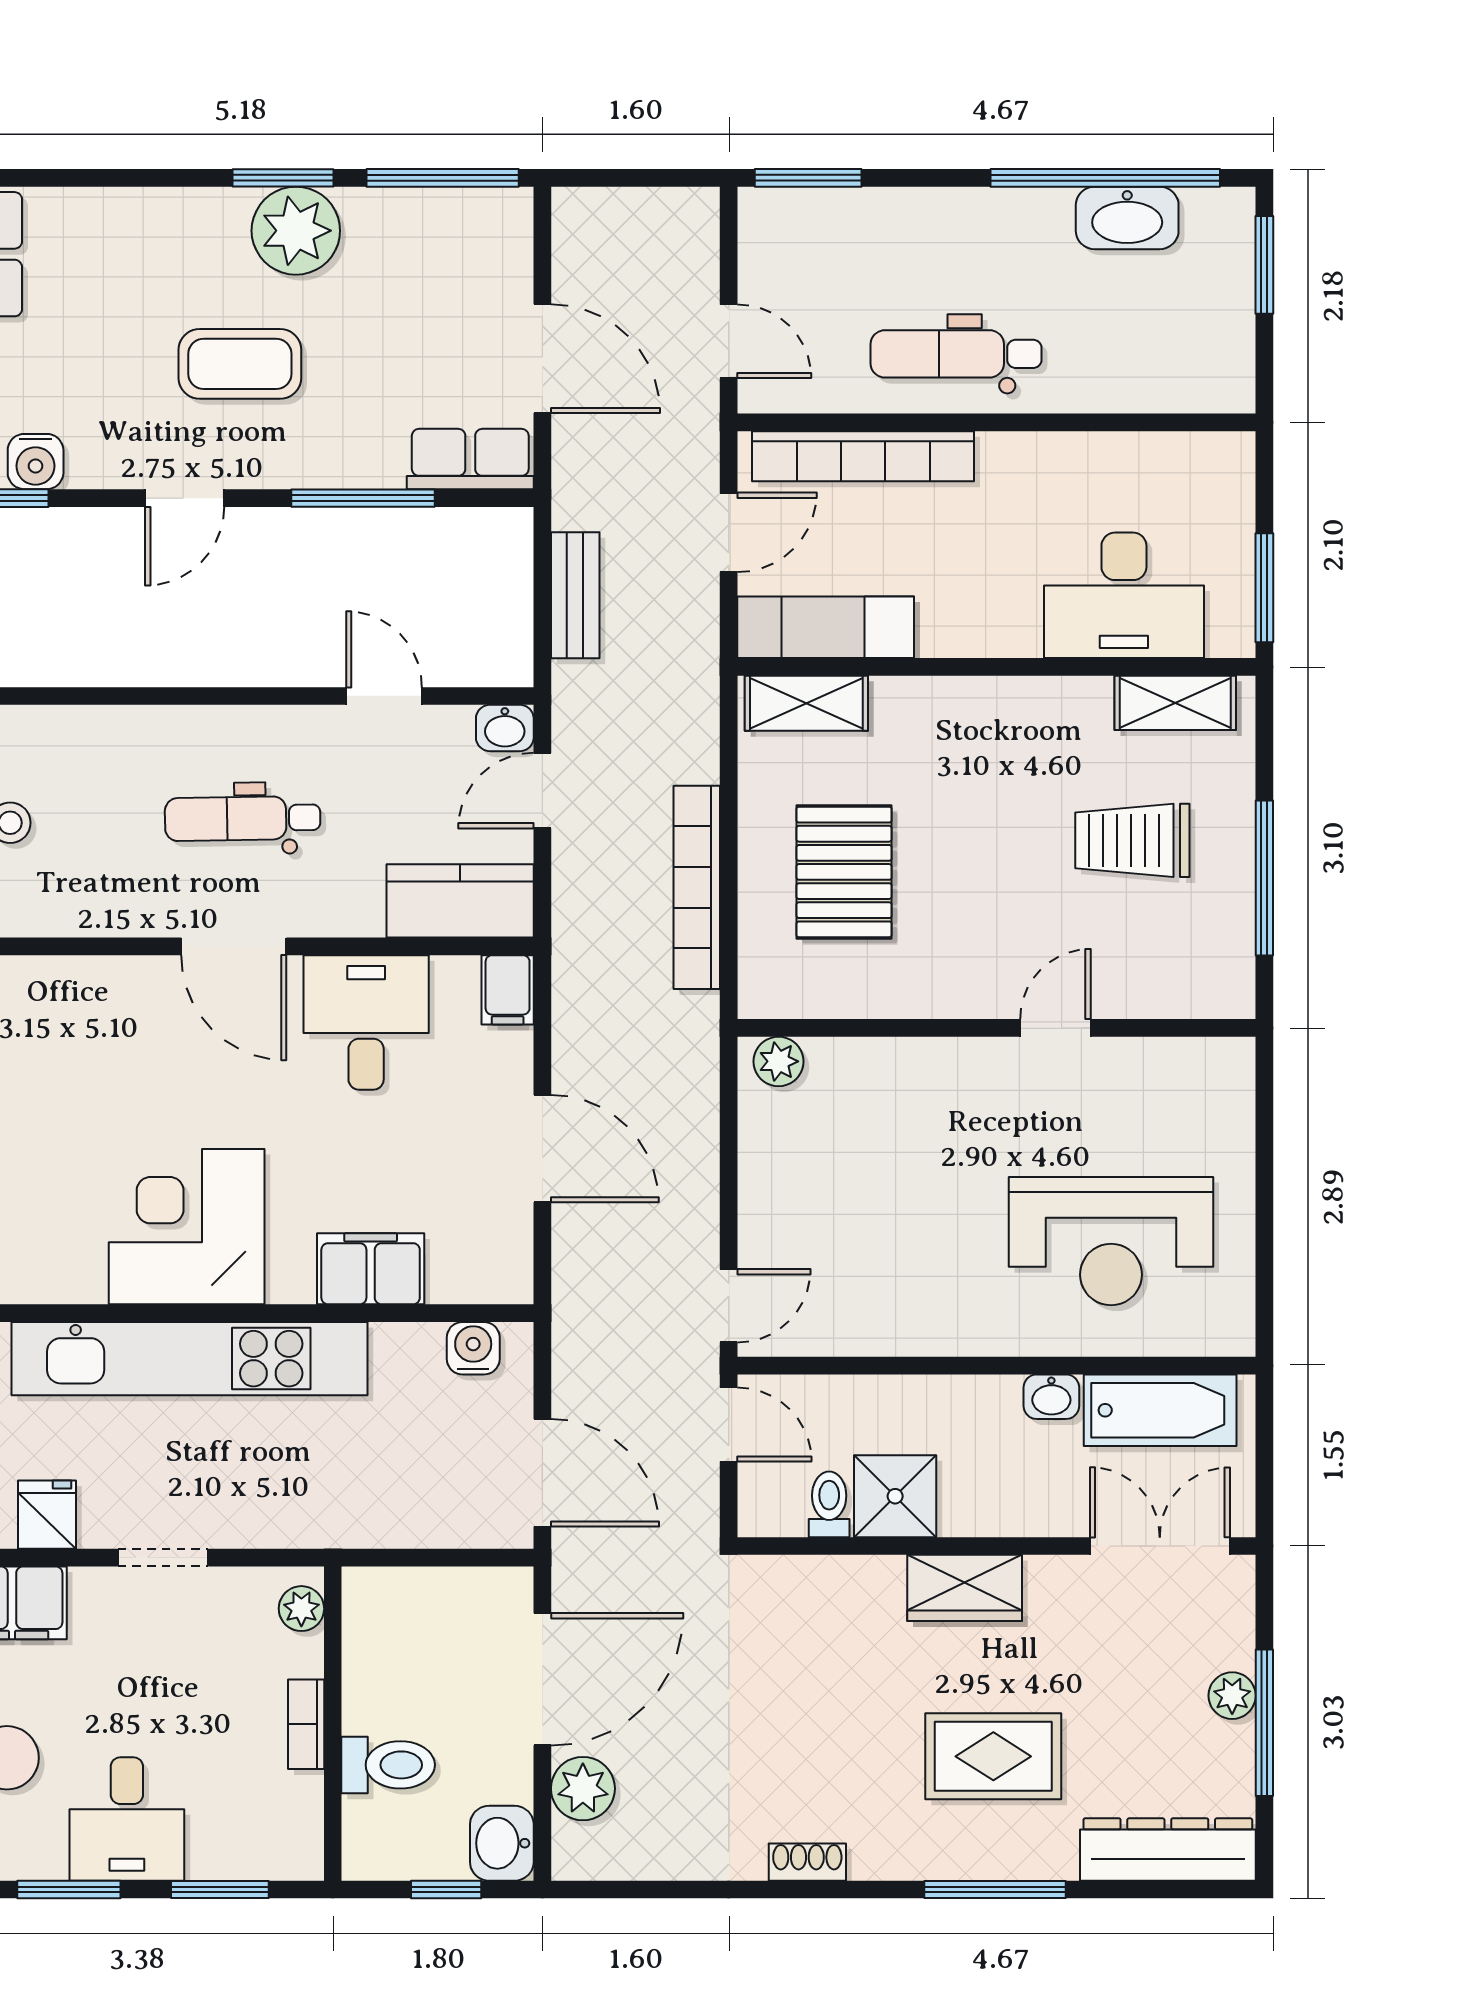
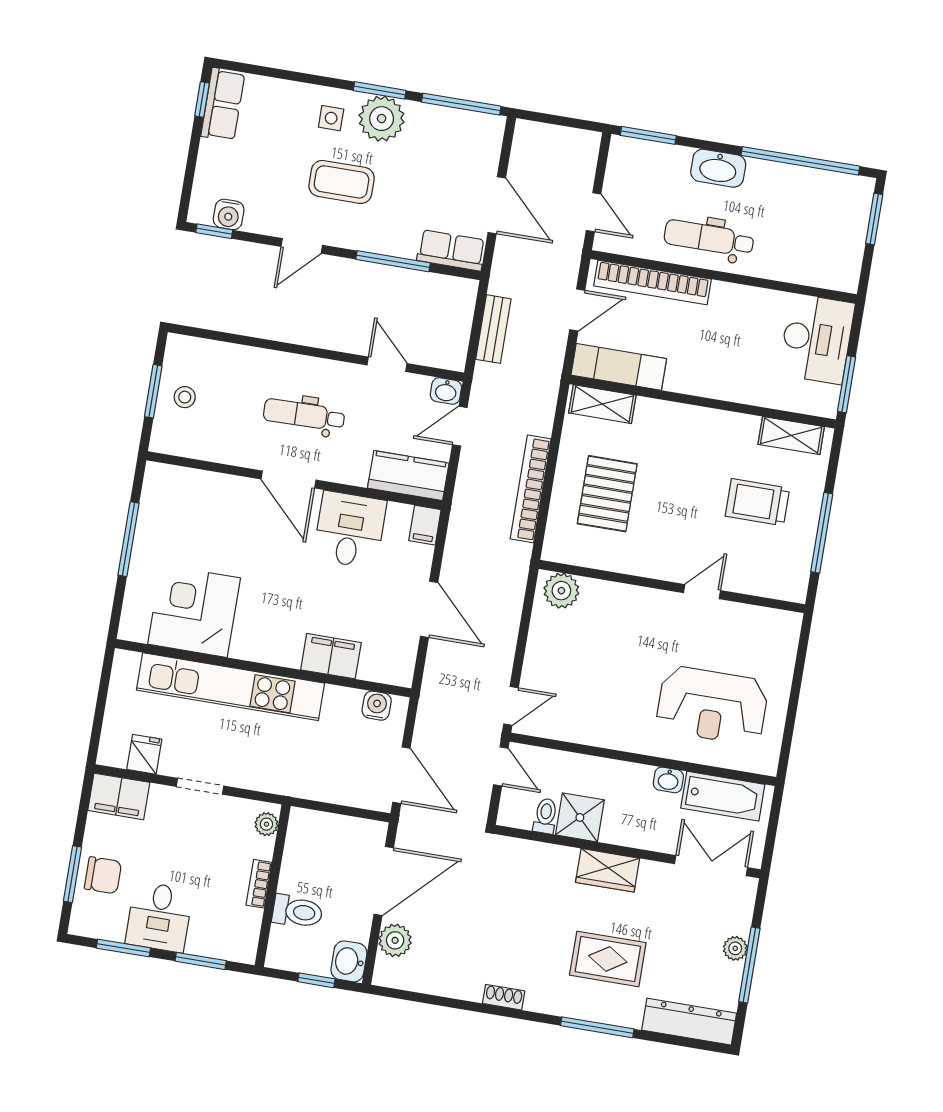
washbasin: (1127, 218) -> (718, 168), moved
side table: (200, 246) -> (331, 118), added
desk: (1124, 595) -> (817, 339), moved, turned -90
plant: (778, 1061) -> (561, 591), width x1.38, depth x1.38
corner desk: (187, 1227) -> (194, 611), moved

